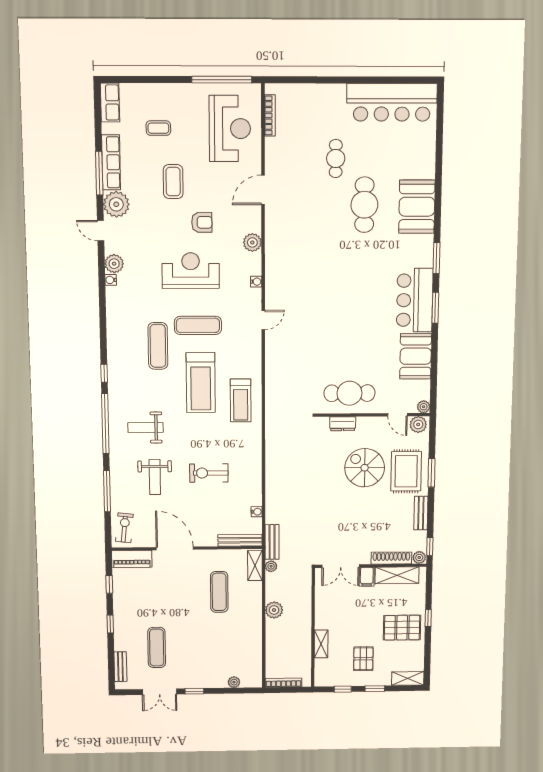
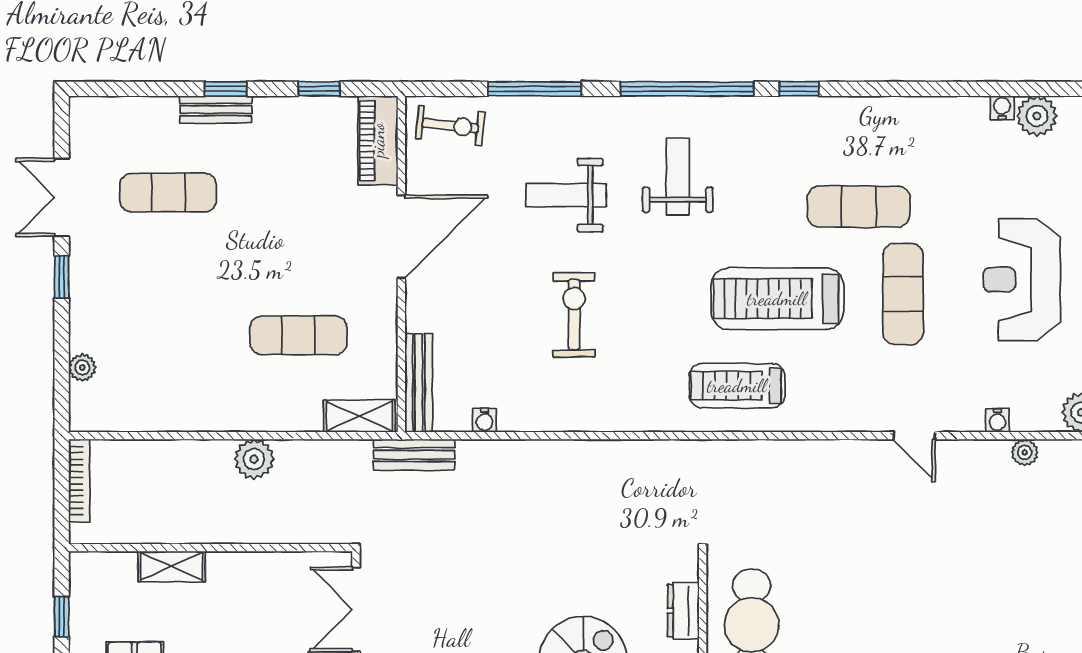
reception desk: (191, 271) -> (1022, 280), turned 180
plant: (271, 566) -> (1025, 452), moved
bench: (120, 667) -> (216, 110), moved

